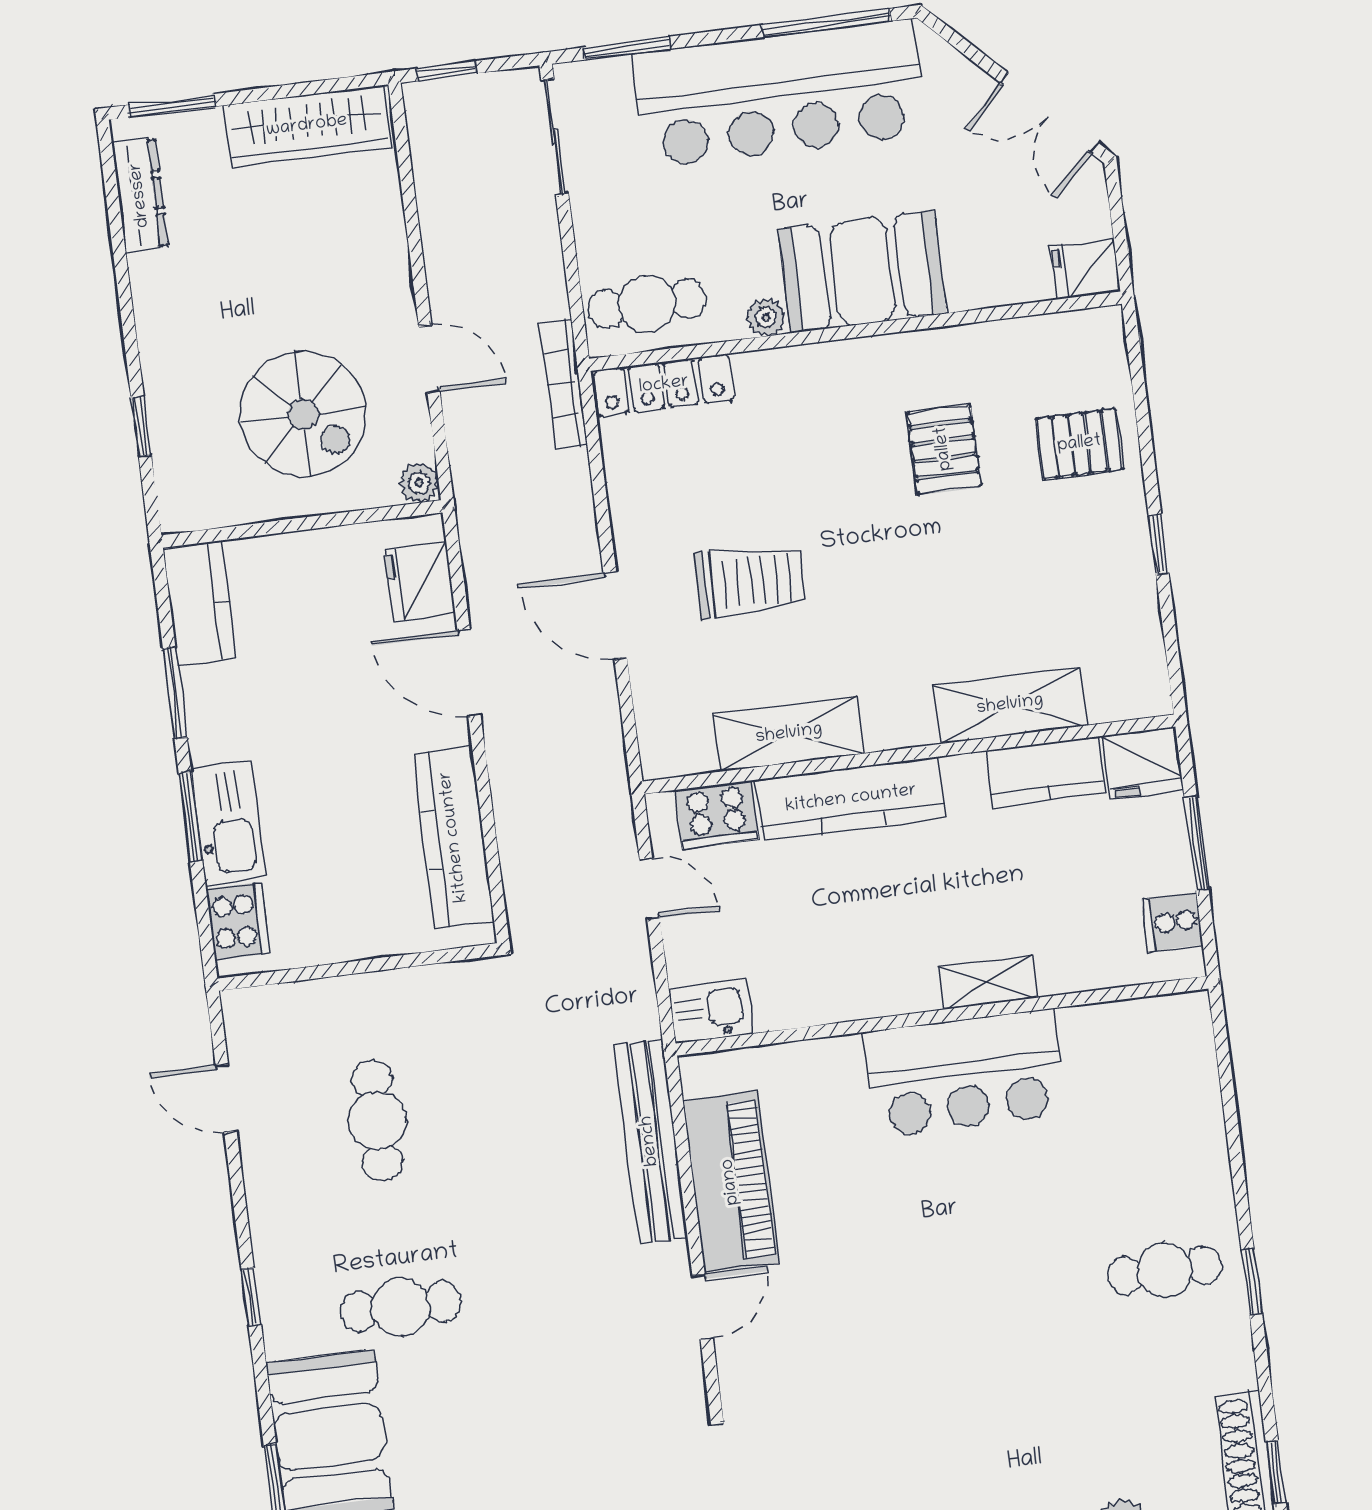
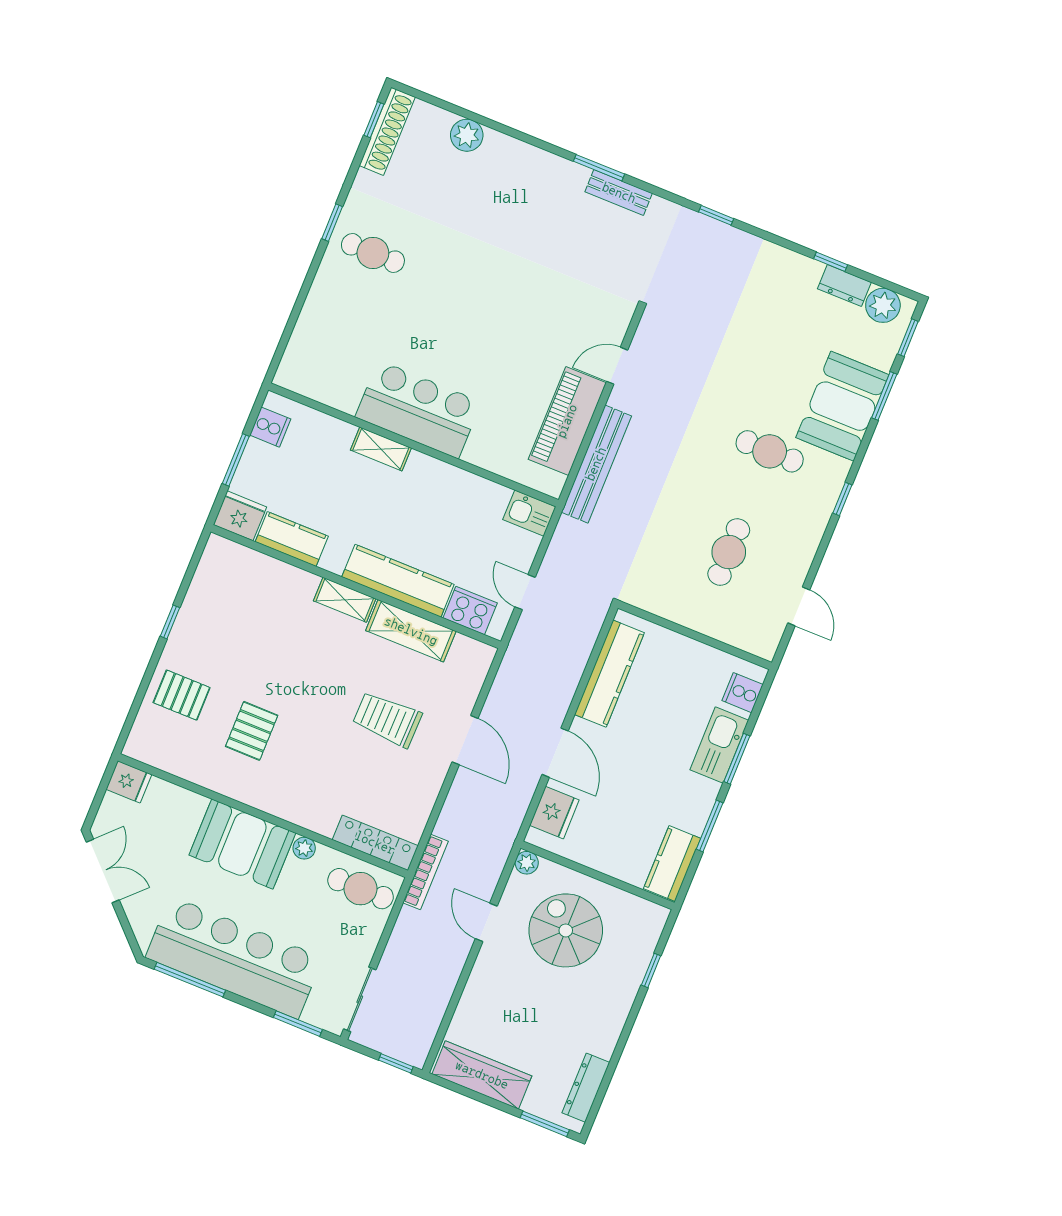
shelving: (1010, 705) -> (345, 600), moved, width x0.67, depth x0.75
cooker: (238, 921) -> (743, 693), width x0.73

